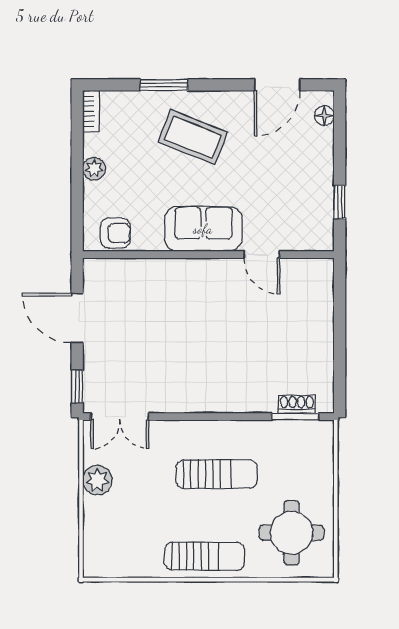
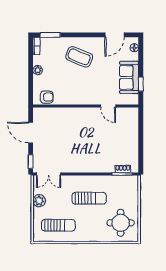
window: (164, 85) -> (50, 35), moved
sofa: (203, 229) -> (129, 77), moved, turned -90
sun lounger: (205, 556) -> (58, 225), moved

